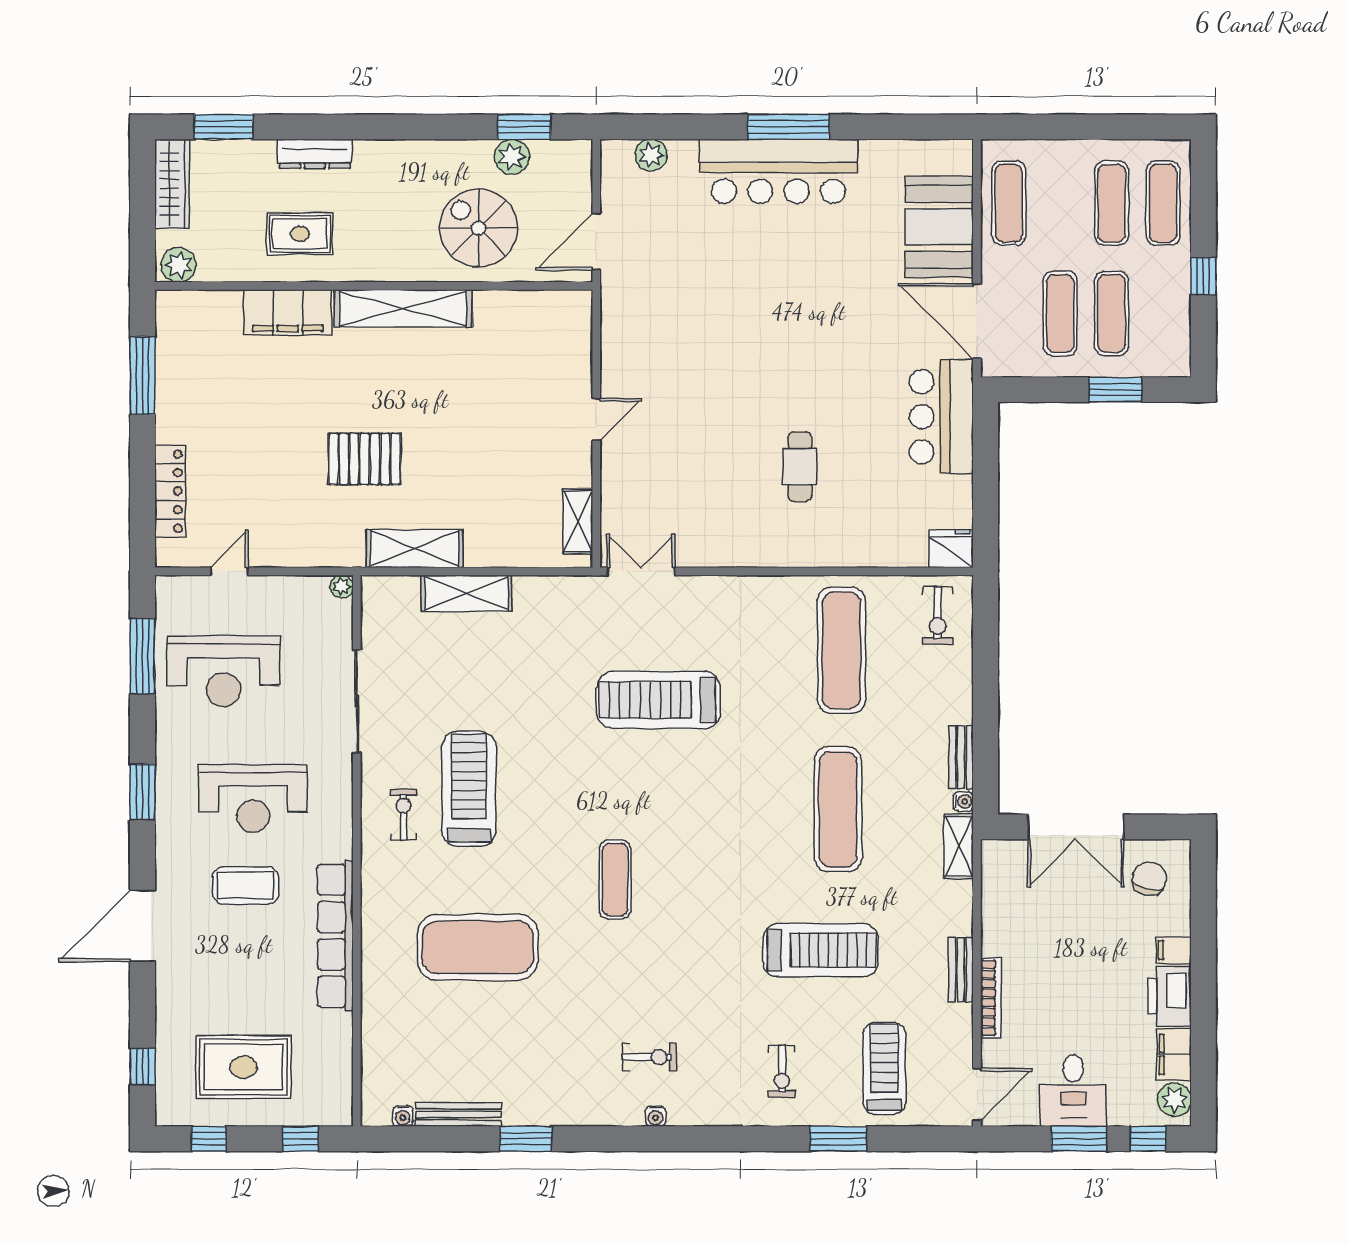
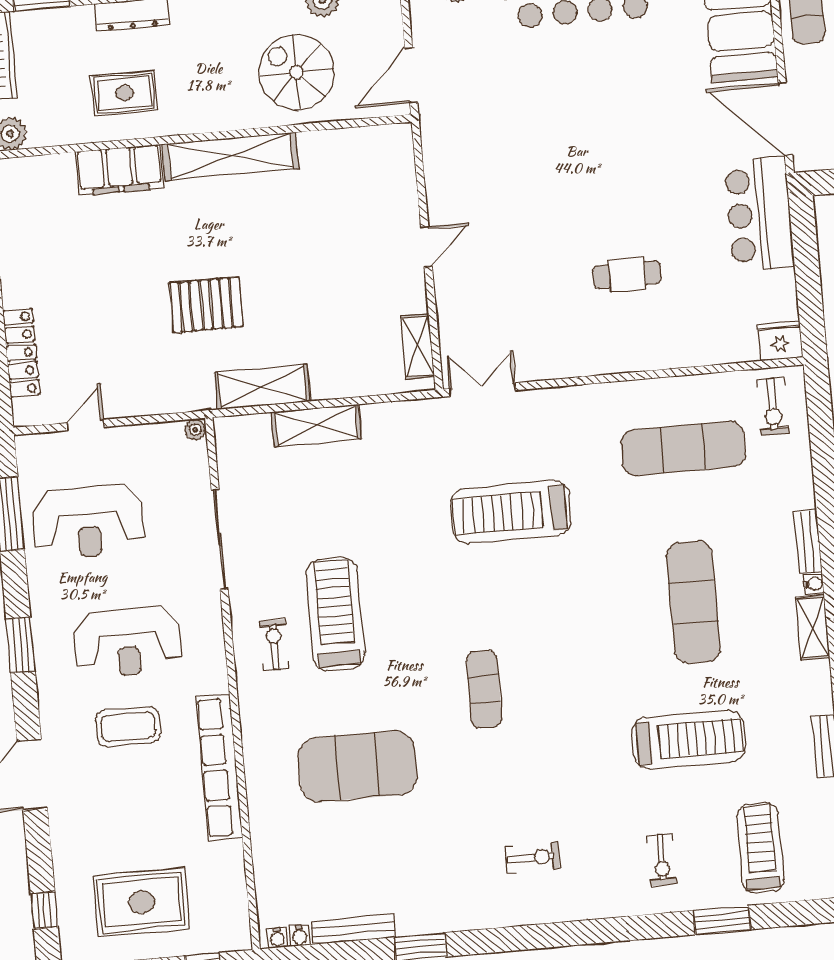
cafe table: (800, 467) -> (627, 275), turned 90
exercise mat: (841, 650) -> (683, 448), turned 90
water cooler: (656, 1116) -> (277, 938), moved

